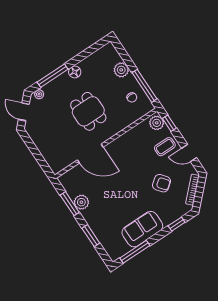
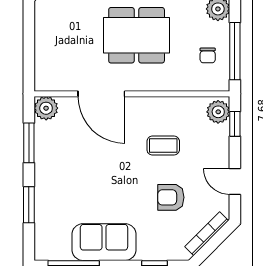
dining table: (88, 111) -> (137, 35), width x1.37
coffee table: (165, 147) -> (163, 146), moved
armchair: (162, 183) -> (171, 197), turned 128
plant: (81, 202) -> (46, 108), moved

